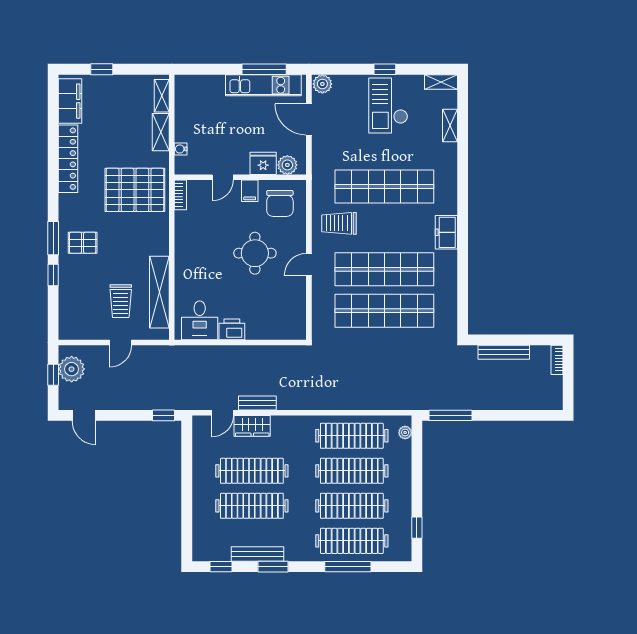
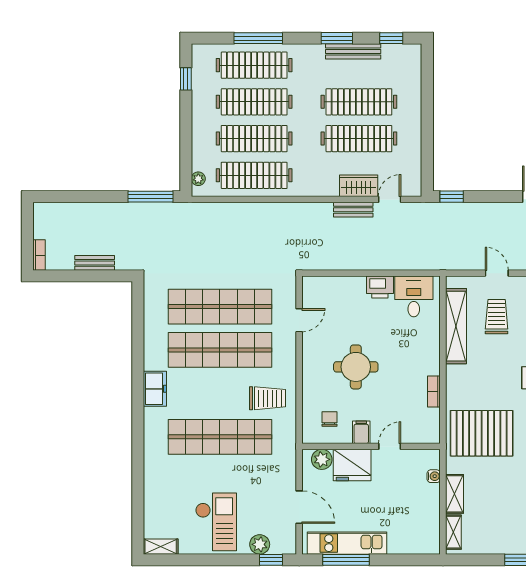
window: (385, 69) -> (271, 560), moved
plant: (322, 84) -> (260, 544), moved
shelving: (450, 126) -> (151, 501), removed
fridge: (263, 163) -> (352, 465), width x1.36, depth x1.34
bookcase: (180, 195) -> (434, 391), moved
chair: (280, 203) -> (330, 419), width x0.54, depth x0.54
door: (309, 264) -> (299, 320), moved
door: (120, 342) -> (497, 273), hinge flipped
bench: (504, 352) -> (95, 263), width x0.73

